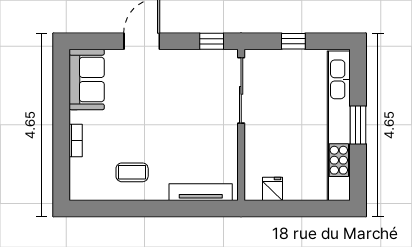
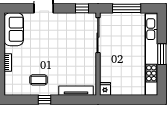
window: (293, 41) -> (127, 8), width x2.17
fridge: (272, 189) -> (105, 89), moved
window: (143, 208) -> (45, 100), added

